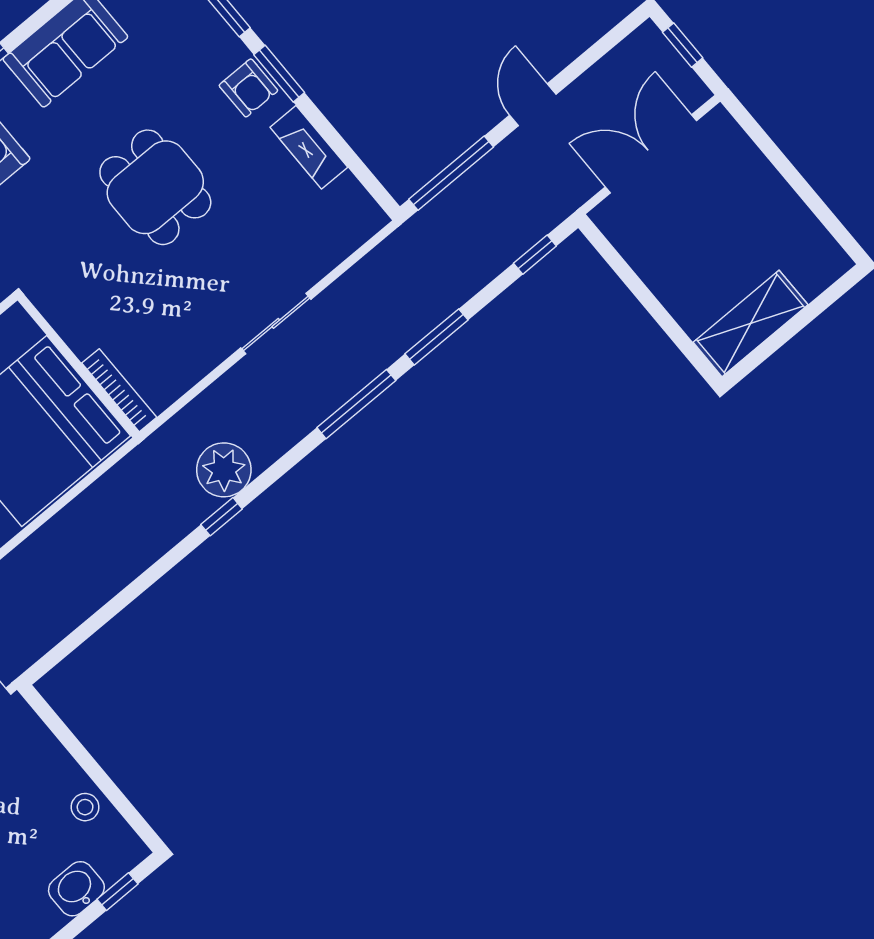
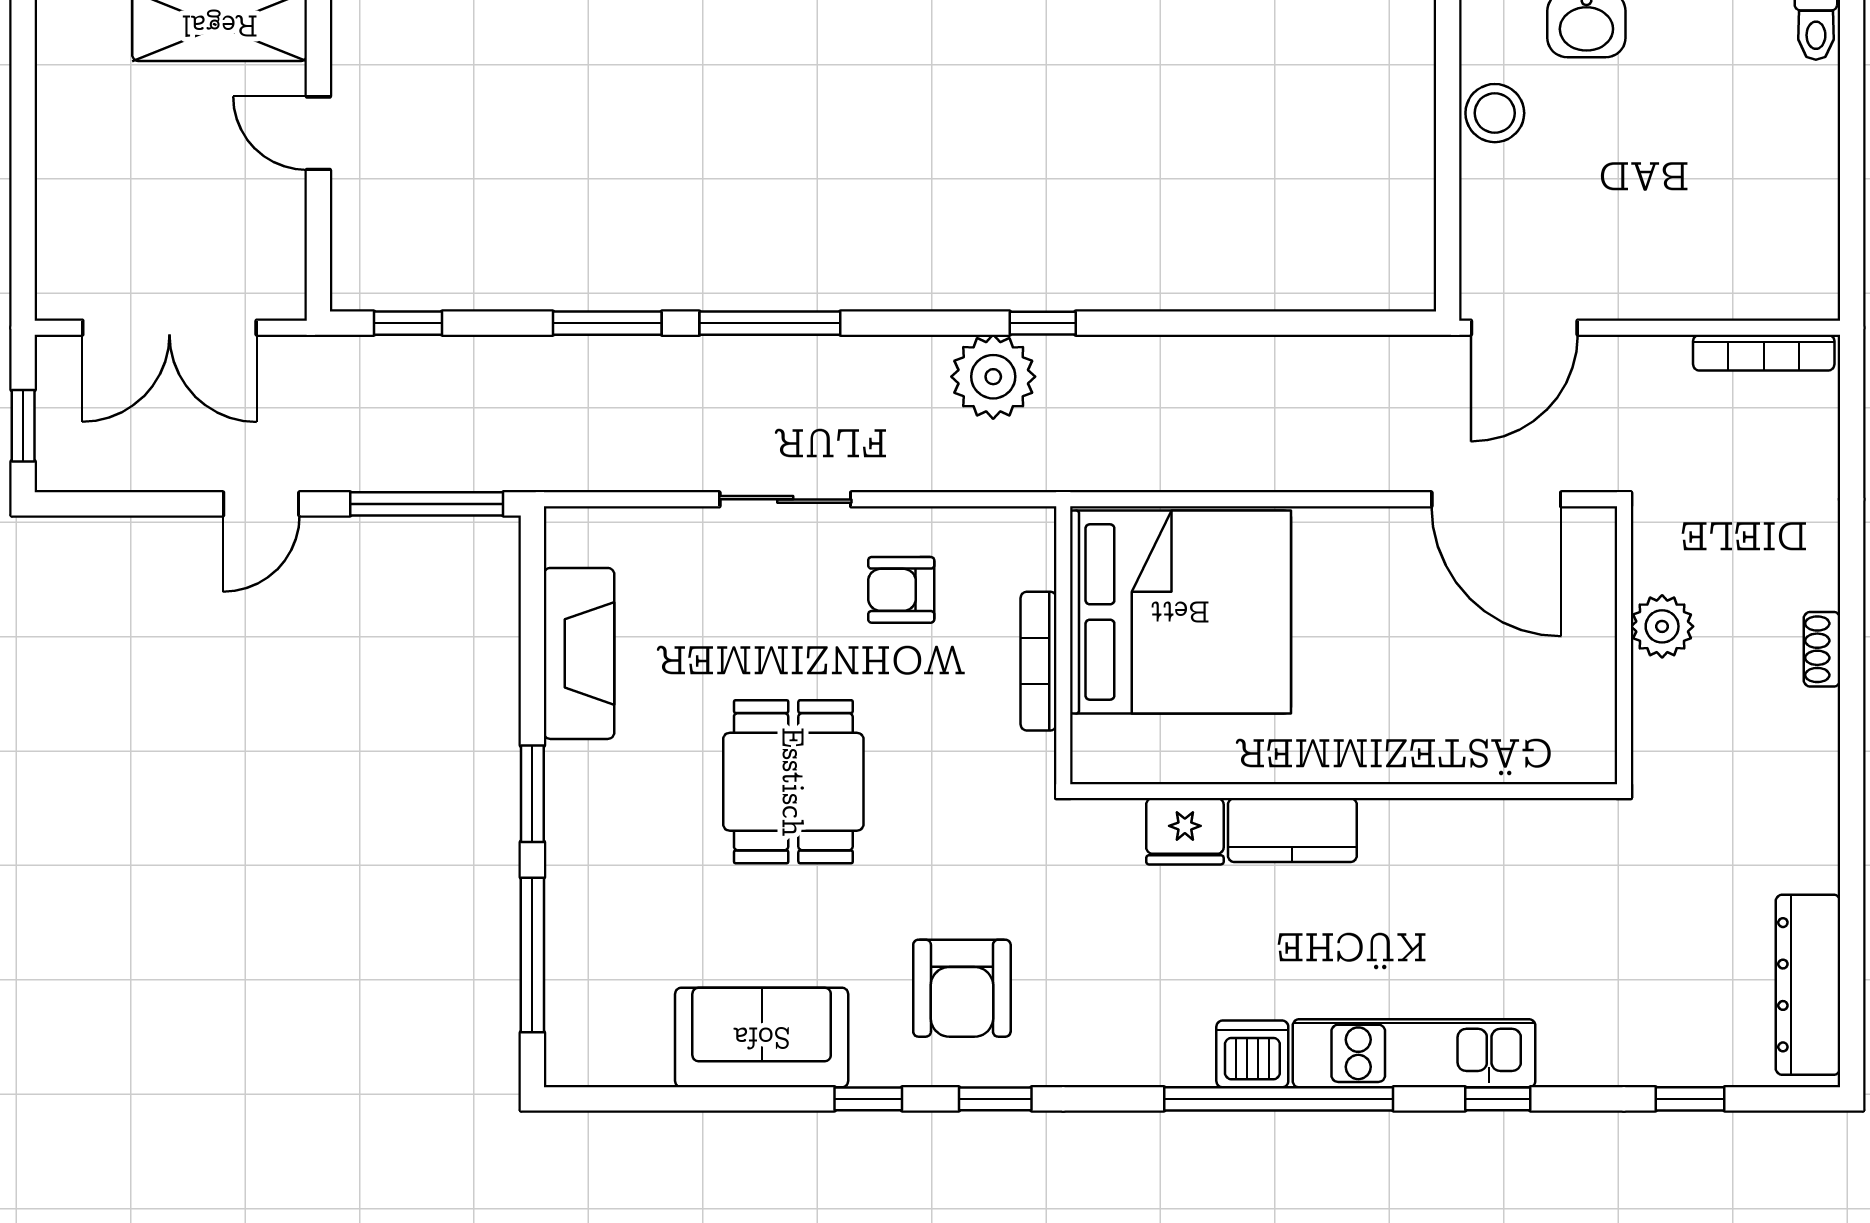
armchair: (248, 88) -> (901, 590), moved, turned -90
fireplace: (309, 147) -> (579, 653), width x1.37, depth x1.32
door: (658, 311) -> (318, 133), added
bookcase: (119, 390) -> (1039, 661), moved
stool: (85, 807) -> (1495, 113), width x1.37, depth x1.37

